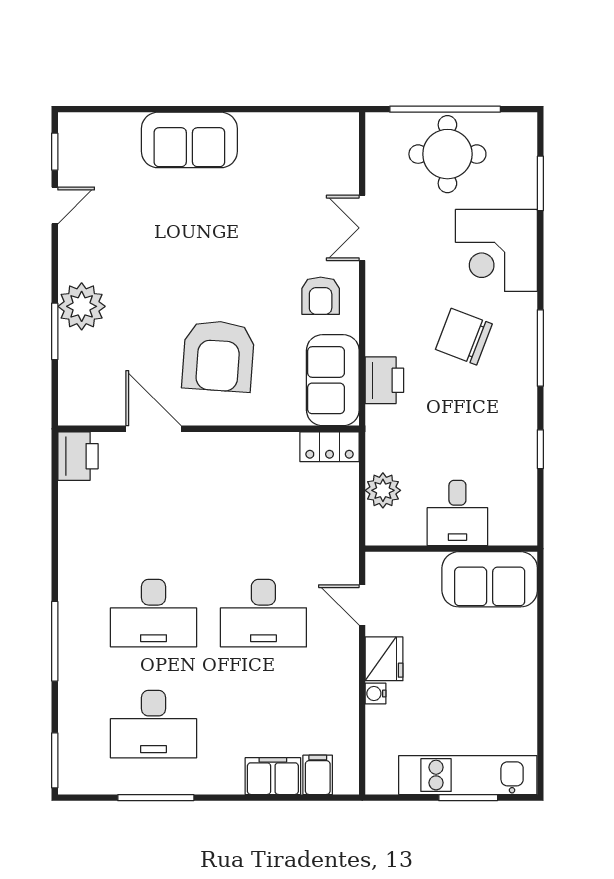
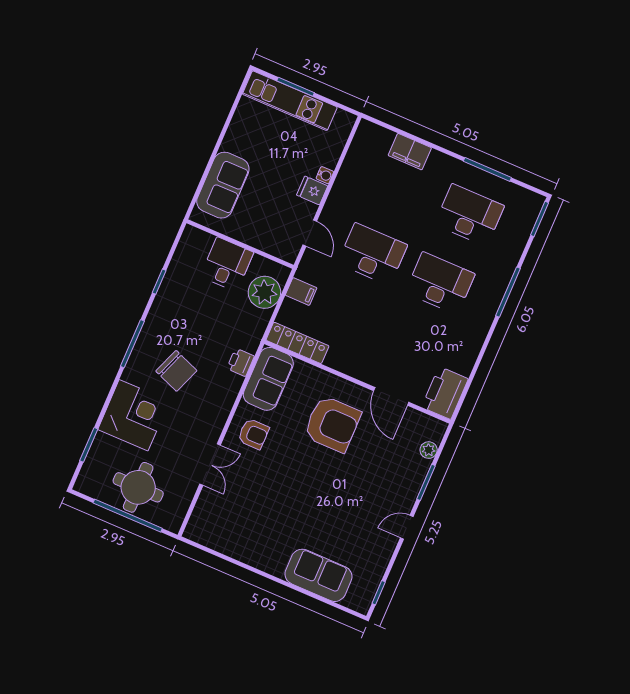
sofa: (189, 140) -> (318, 575), moved
door: (55, 205) -> (407, 527), moved
armchair: (321, 296) -> (253, 434), turned 90
plant: (82, 306) -> (429, 450), moved, width x0.53, depth x0.53
armchair: (218, 356) -> (332, 424), turned 86
printer: (384, 380) -> (241, 362), width x0.73, depth x0.81
locker: (330, 447) -> (297, 343), width x1.53
printer: (78, 456) -> (445, 393), width x1.37, depth x1.19
plant: (383, 490) -> (264, 292), width x1.36, depth x1.36
sofa: (490, 579) -> (223, 185), moved, turned 90
fridge: (384, 659) -> (312, 190), width x0.72
filing cabinet: (318, 775) -> (301, 292), moved, turned -90

